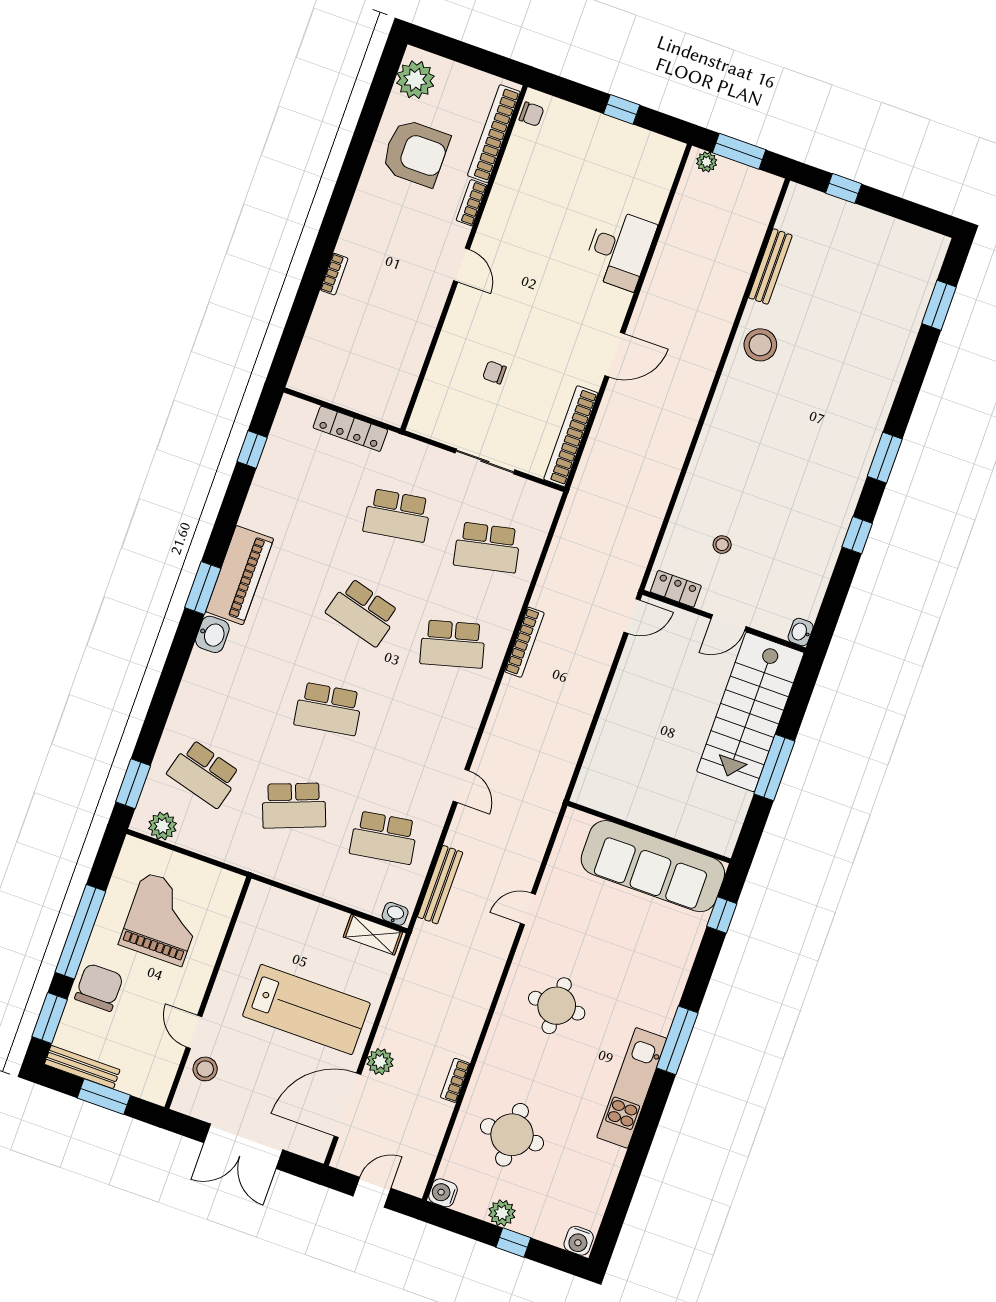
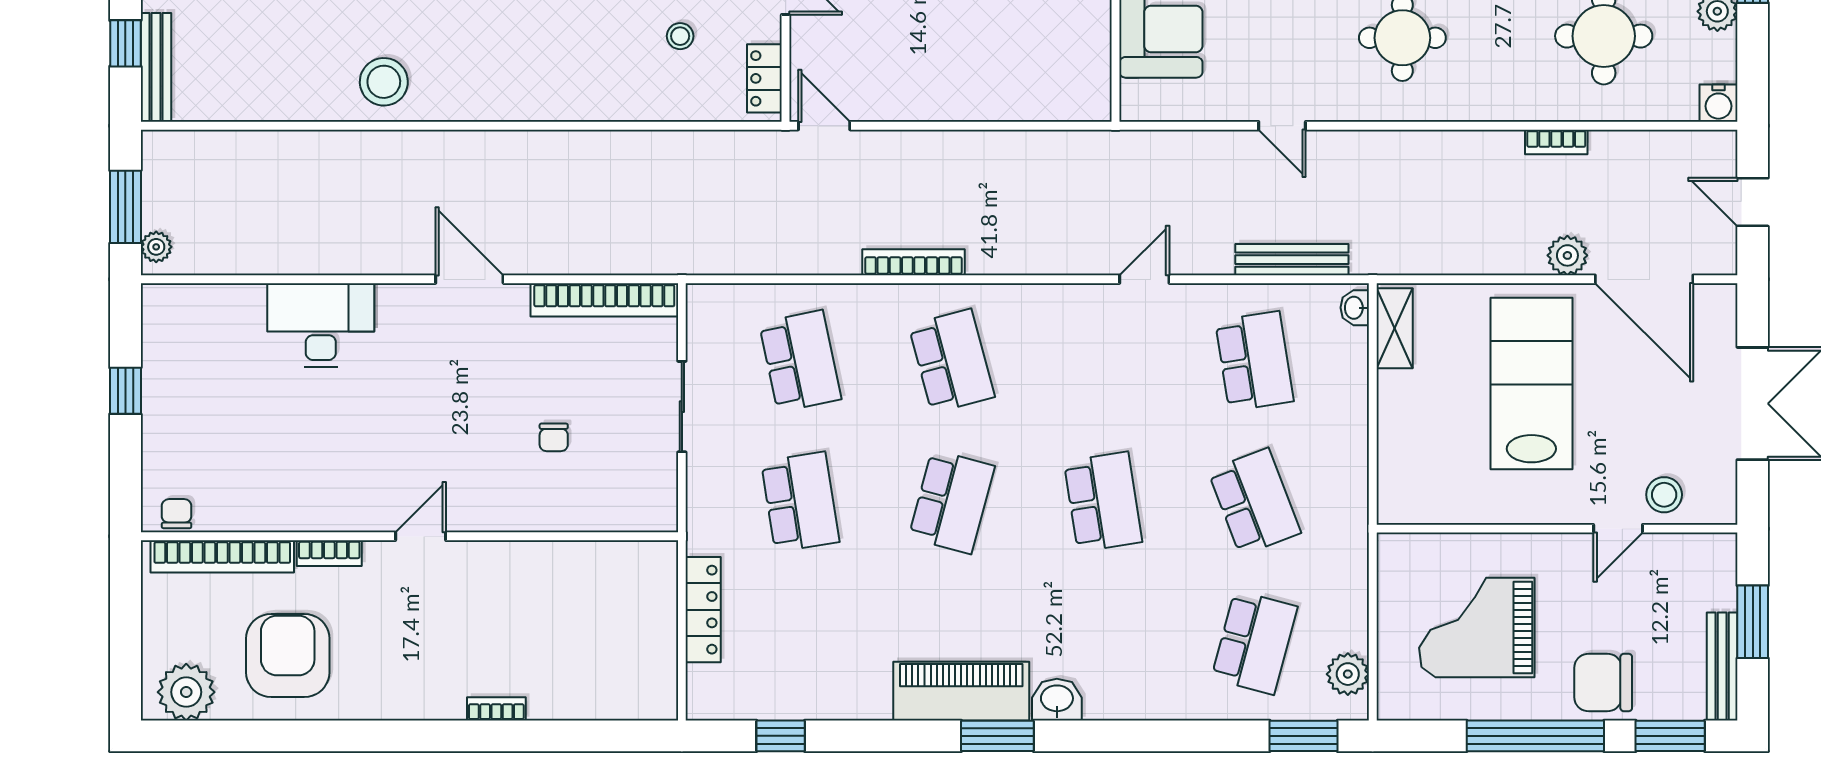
bench: (770, 266) -> (156, 67), moved, turned 90

